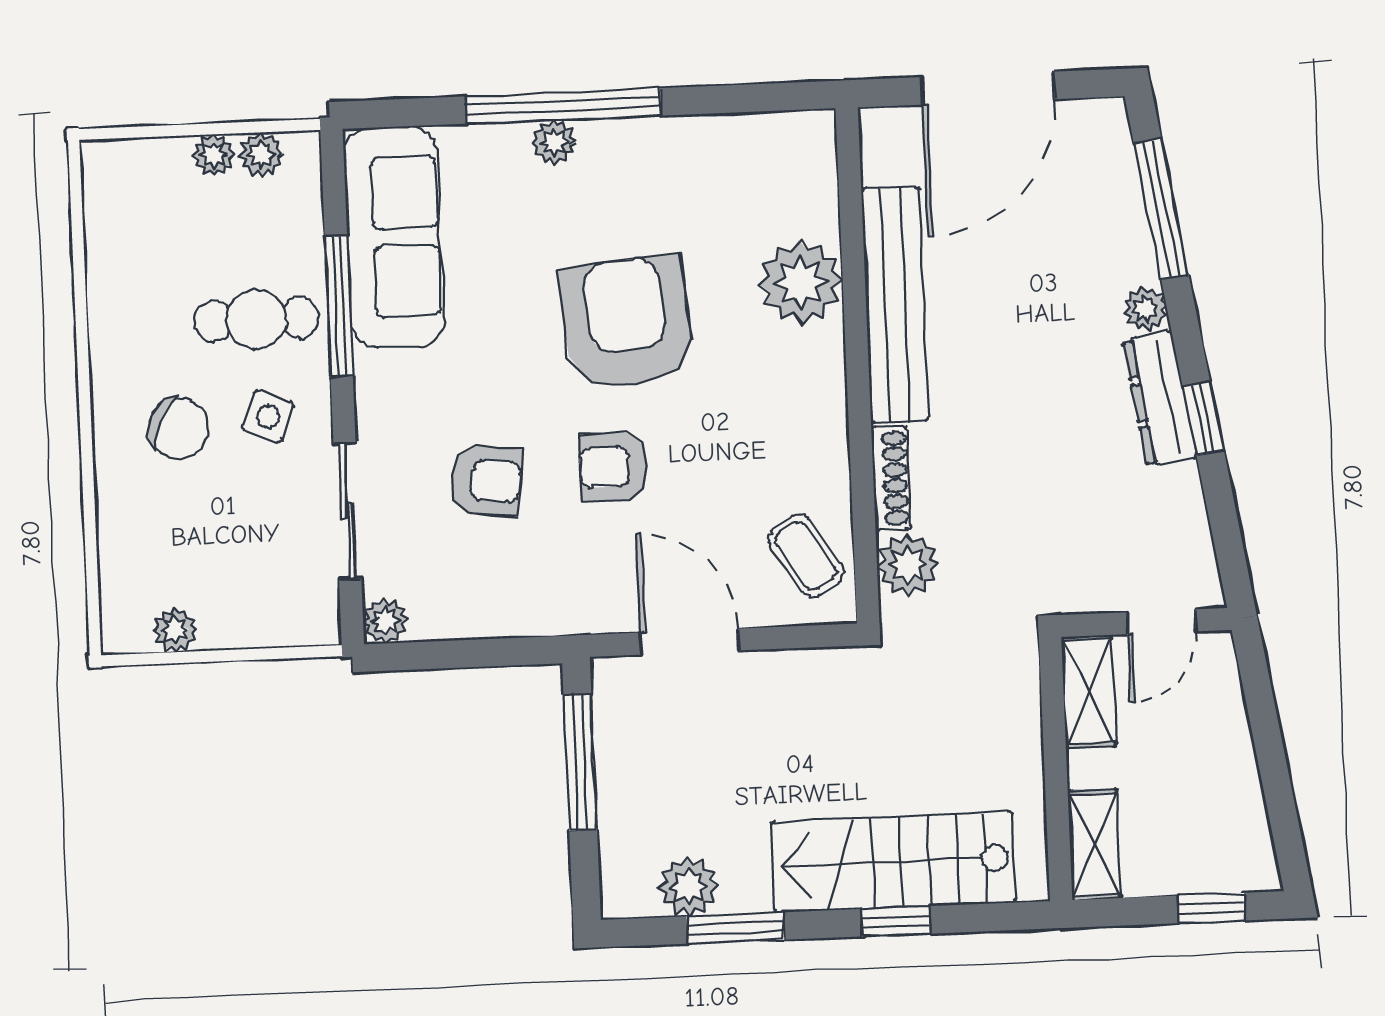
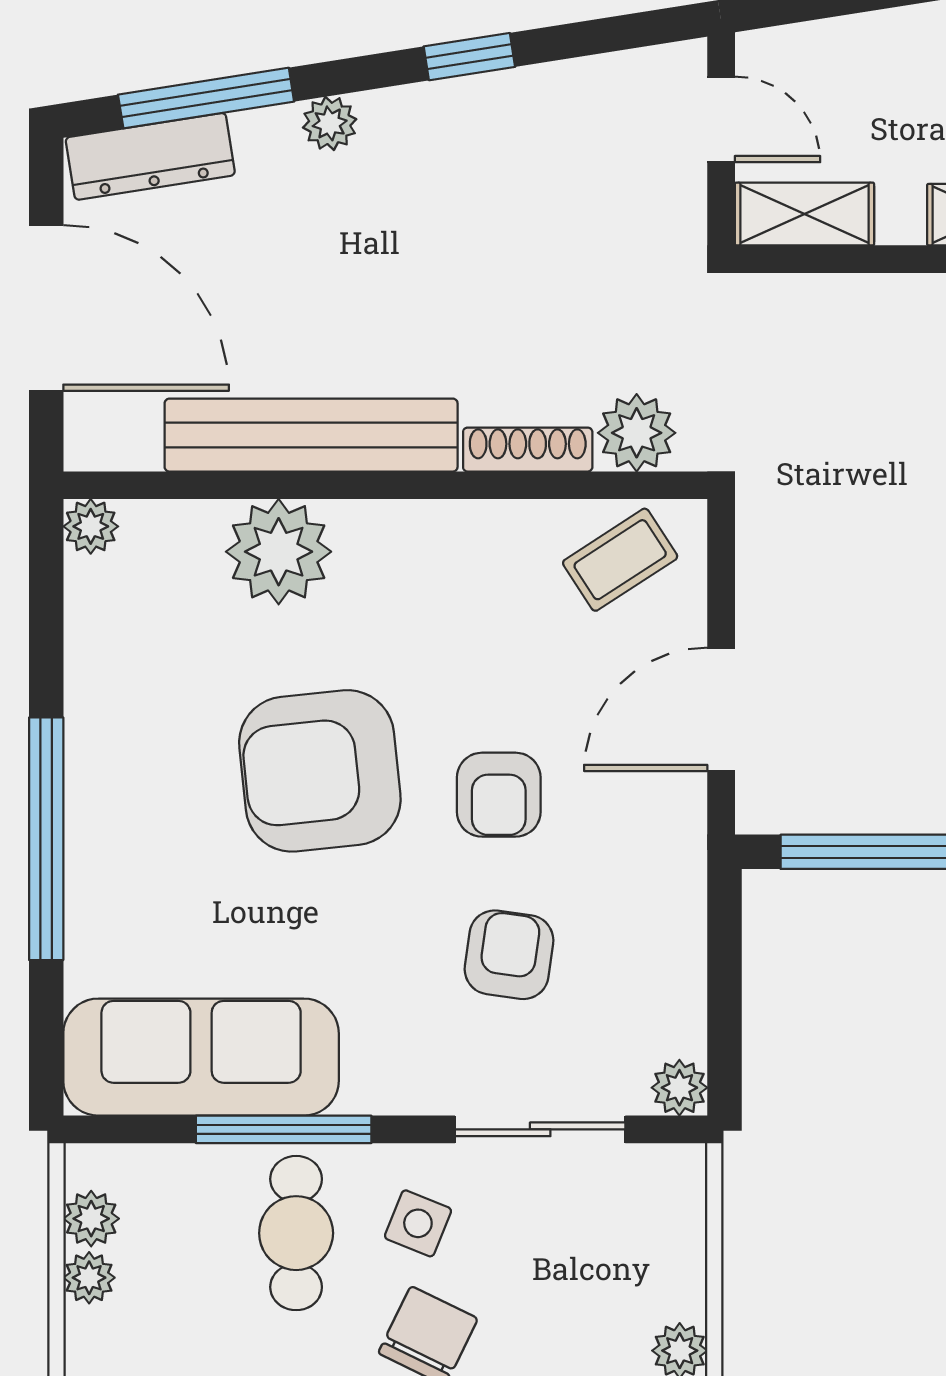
plant: (554, 142) -> (91, 526), moved
dresser: (1159, 399) -> (150, 156), moved

